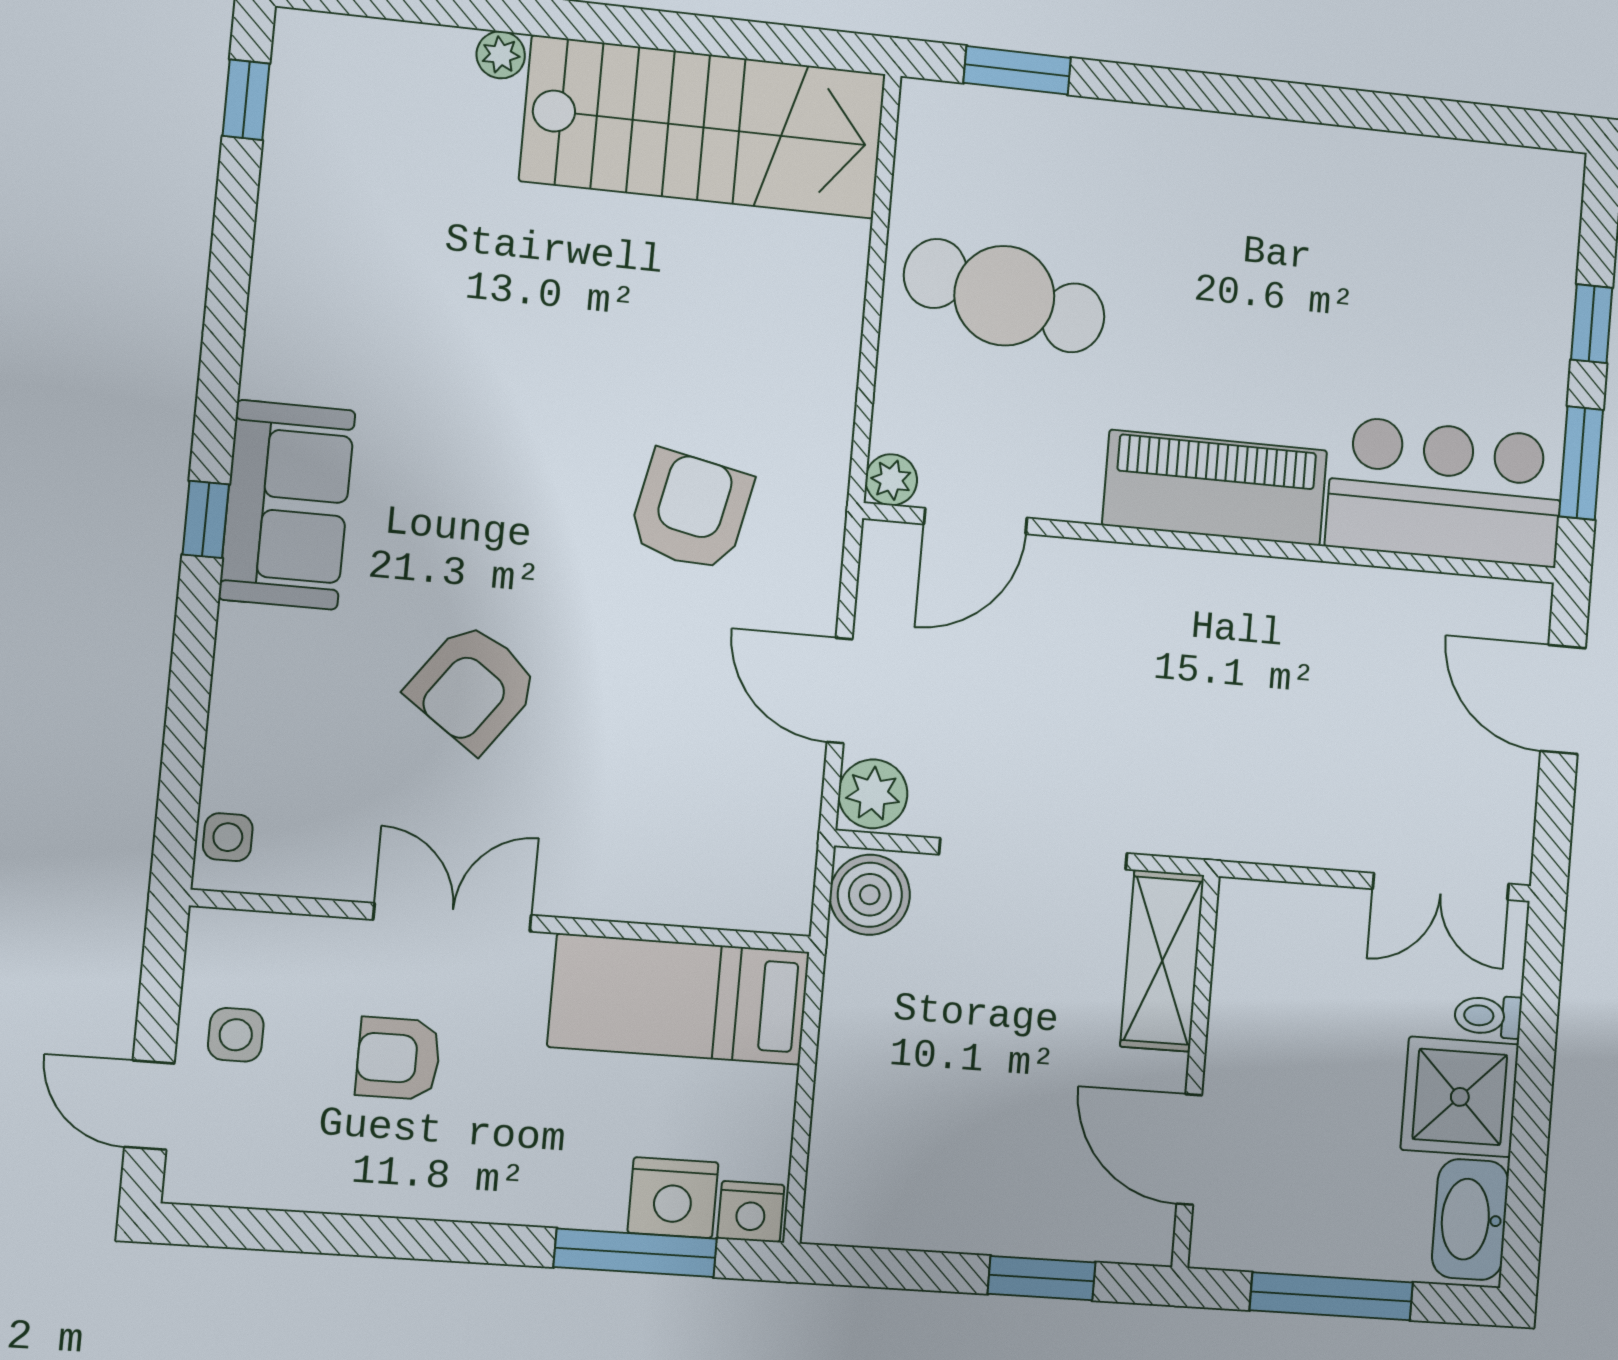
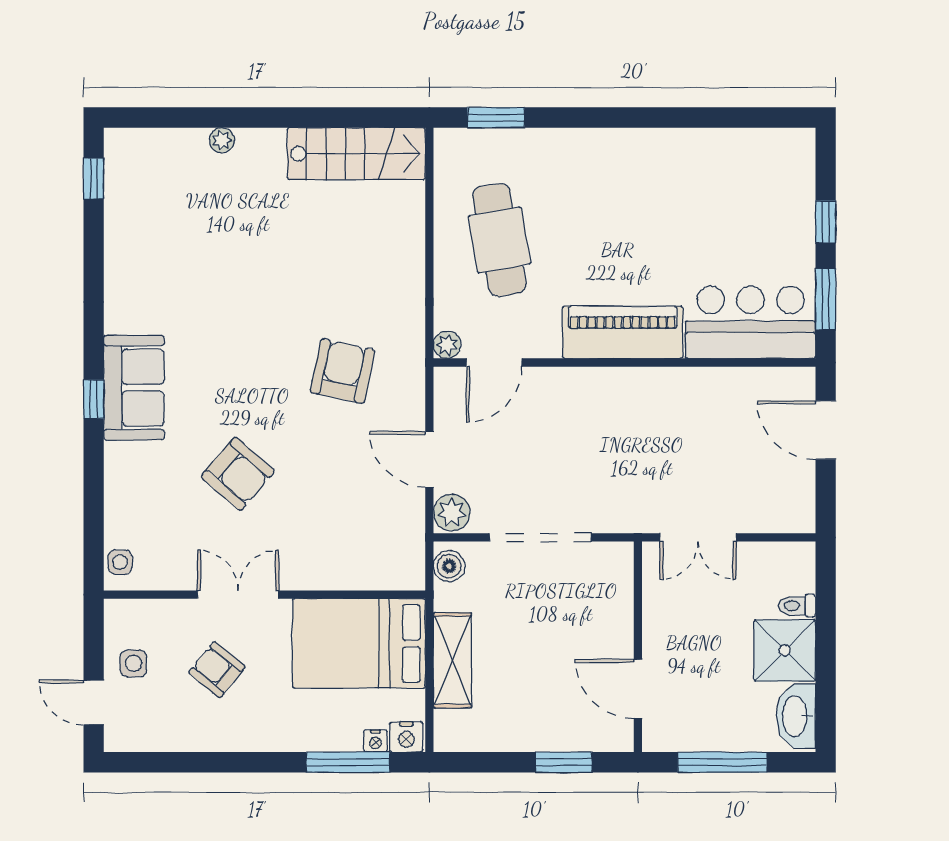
stairs: (703, 127) -> (356, 154), width x0.73, depth x0.66
cafe table: (1004, 296) -> (499, 240), turned 68
armchair: (473, 687) -> (238, 474), turned -85
double door: (1441, 886) -> (698, 537), moved
boiler: (870, 895) -> (449, 566), width x0.73, depth x0.73
shelving: (1162, 961) -> (452, 660), moved
bed: (679, 999) -> (359, 643), width x1.50
armchair: (398, 1058) -> (217, 670), turned 39
nightstand: (673, 1198) -> (375, 741), width x0.53, depth x0.56

